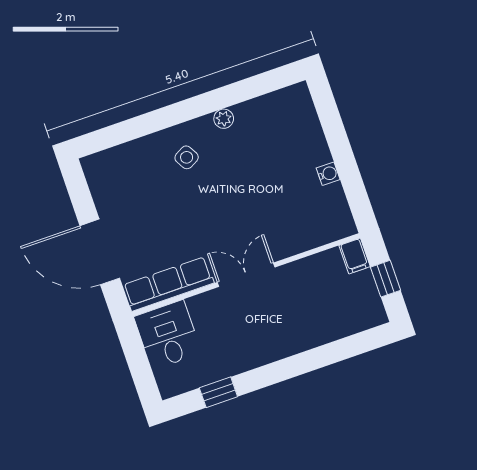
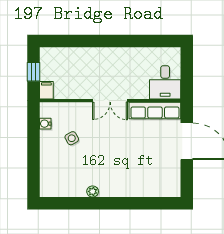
side table: (187, 157) -> (72, 138), moved
water cooler: (328, 174) -> (45, 124), moved
window: (218, 392) -> (148, 41), removed

